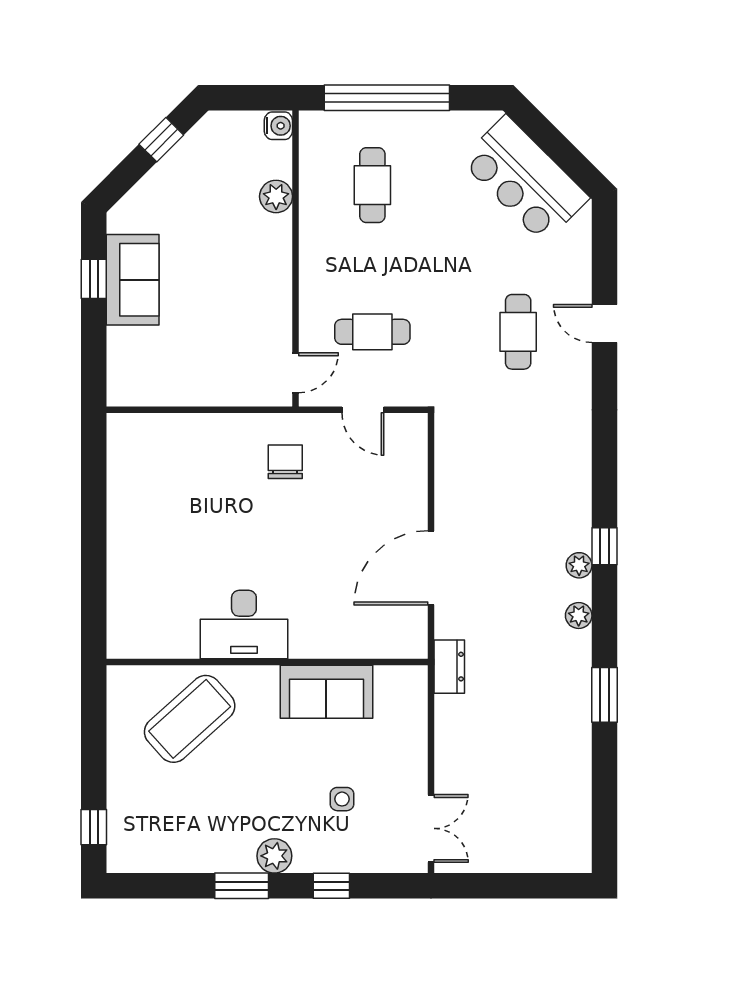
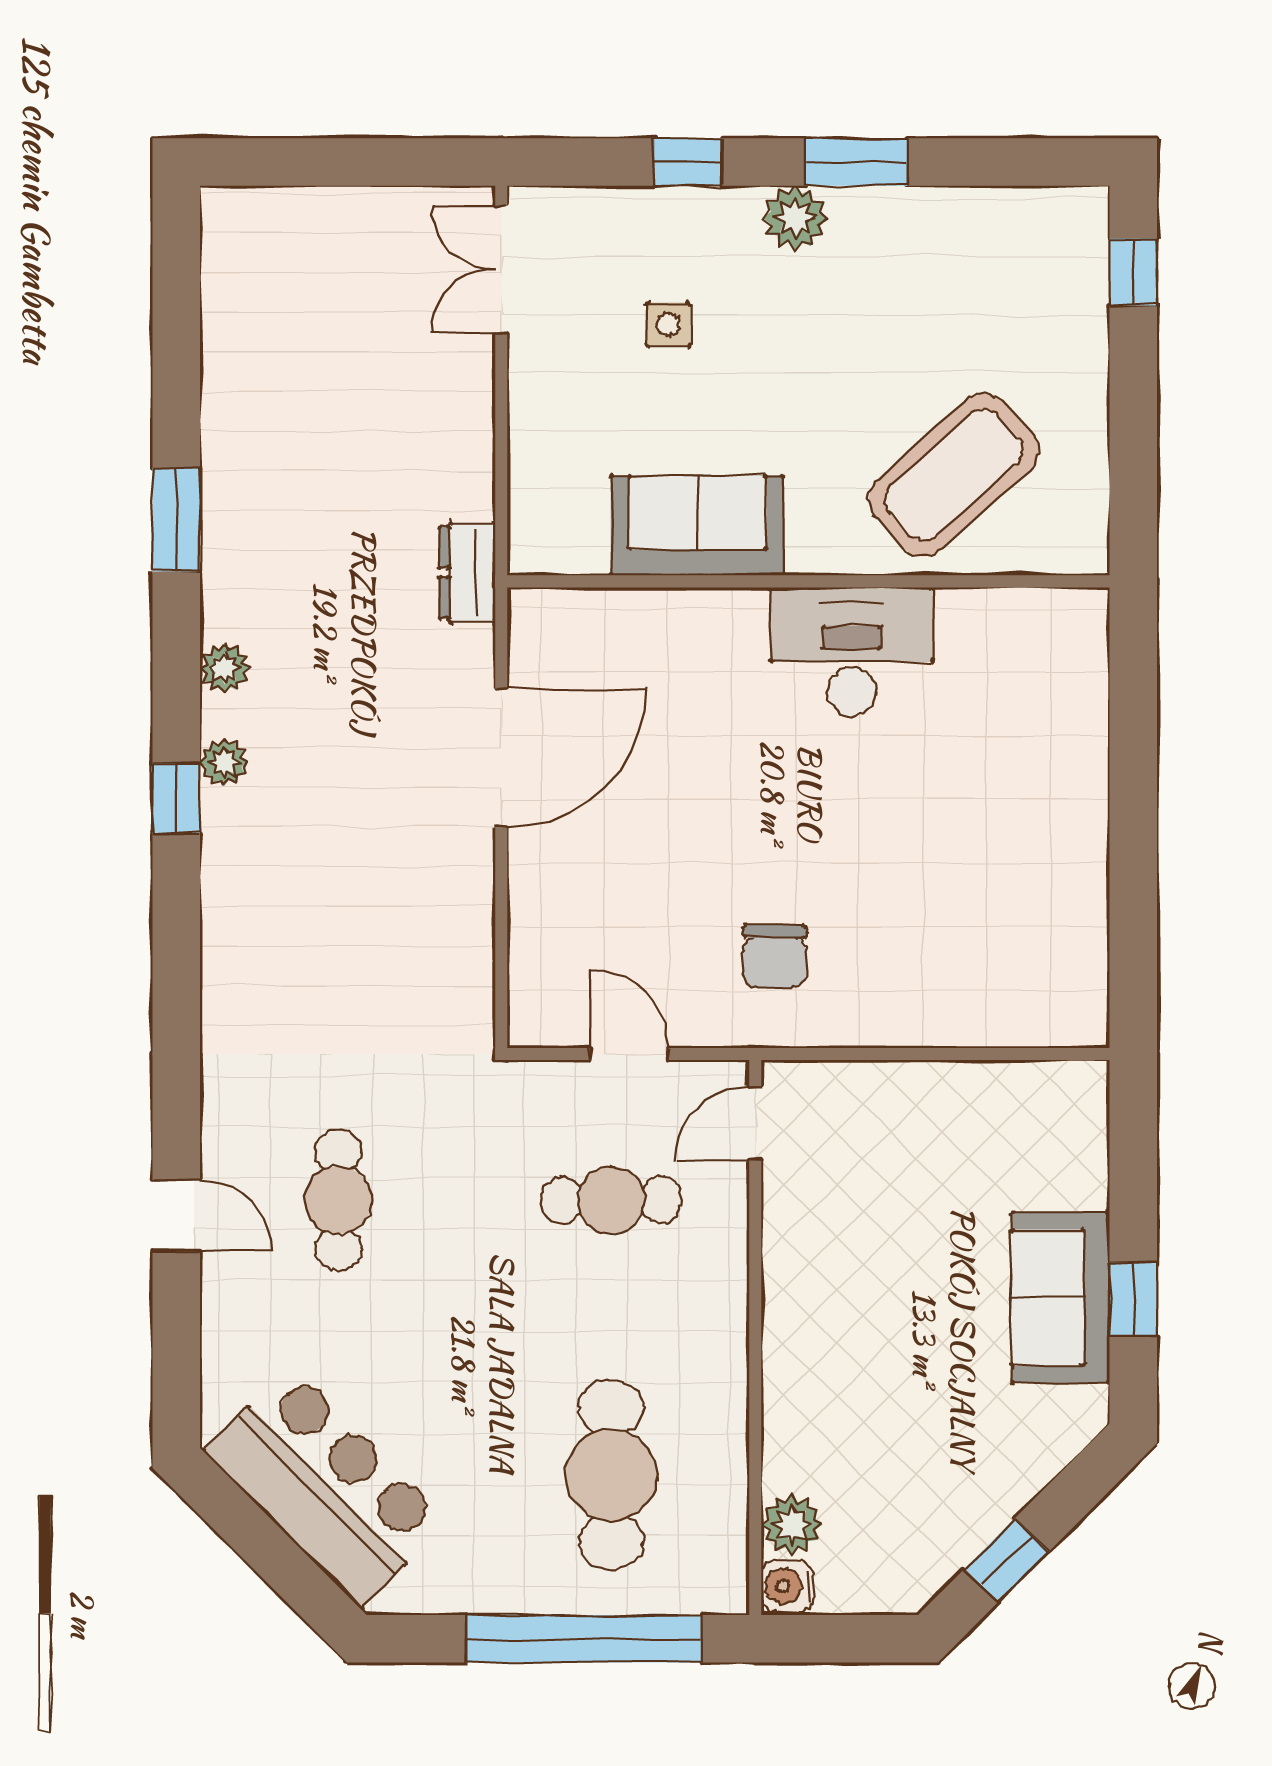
cafe table: (372, 185) -> (611, 1475), width x1.37, depth x1.35
plant: (276, 196) -> (792, 1525), moved

